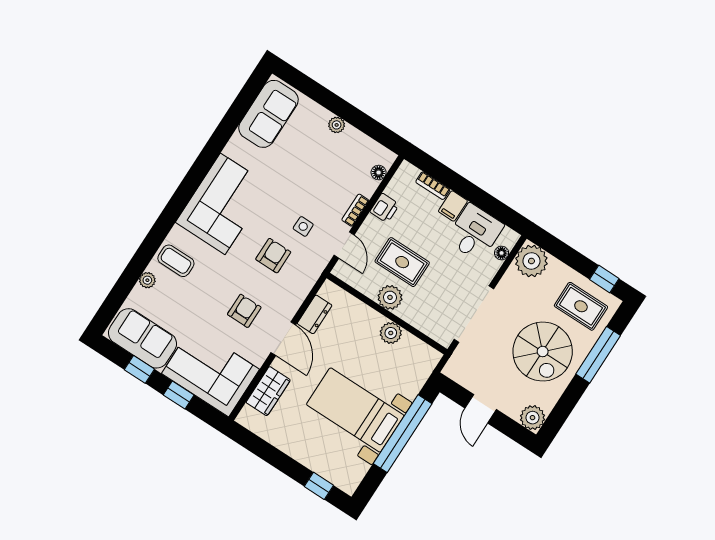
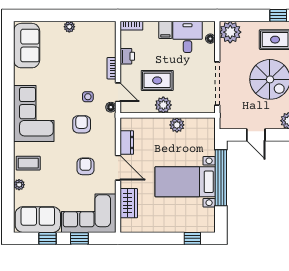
floor lamp: (379, 173) -> (111, 107), moved
bookcase: (433, 186) -> (131, 26), moved

